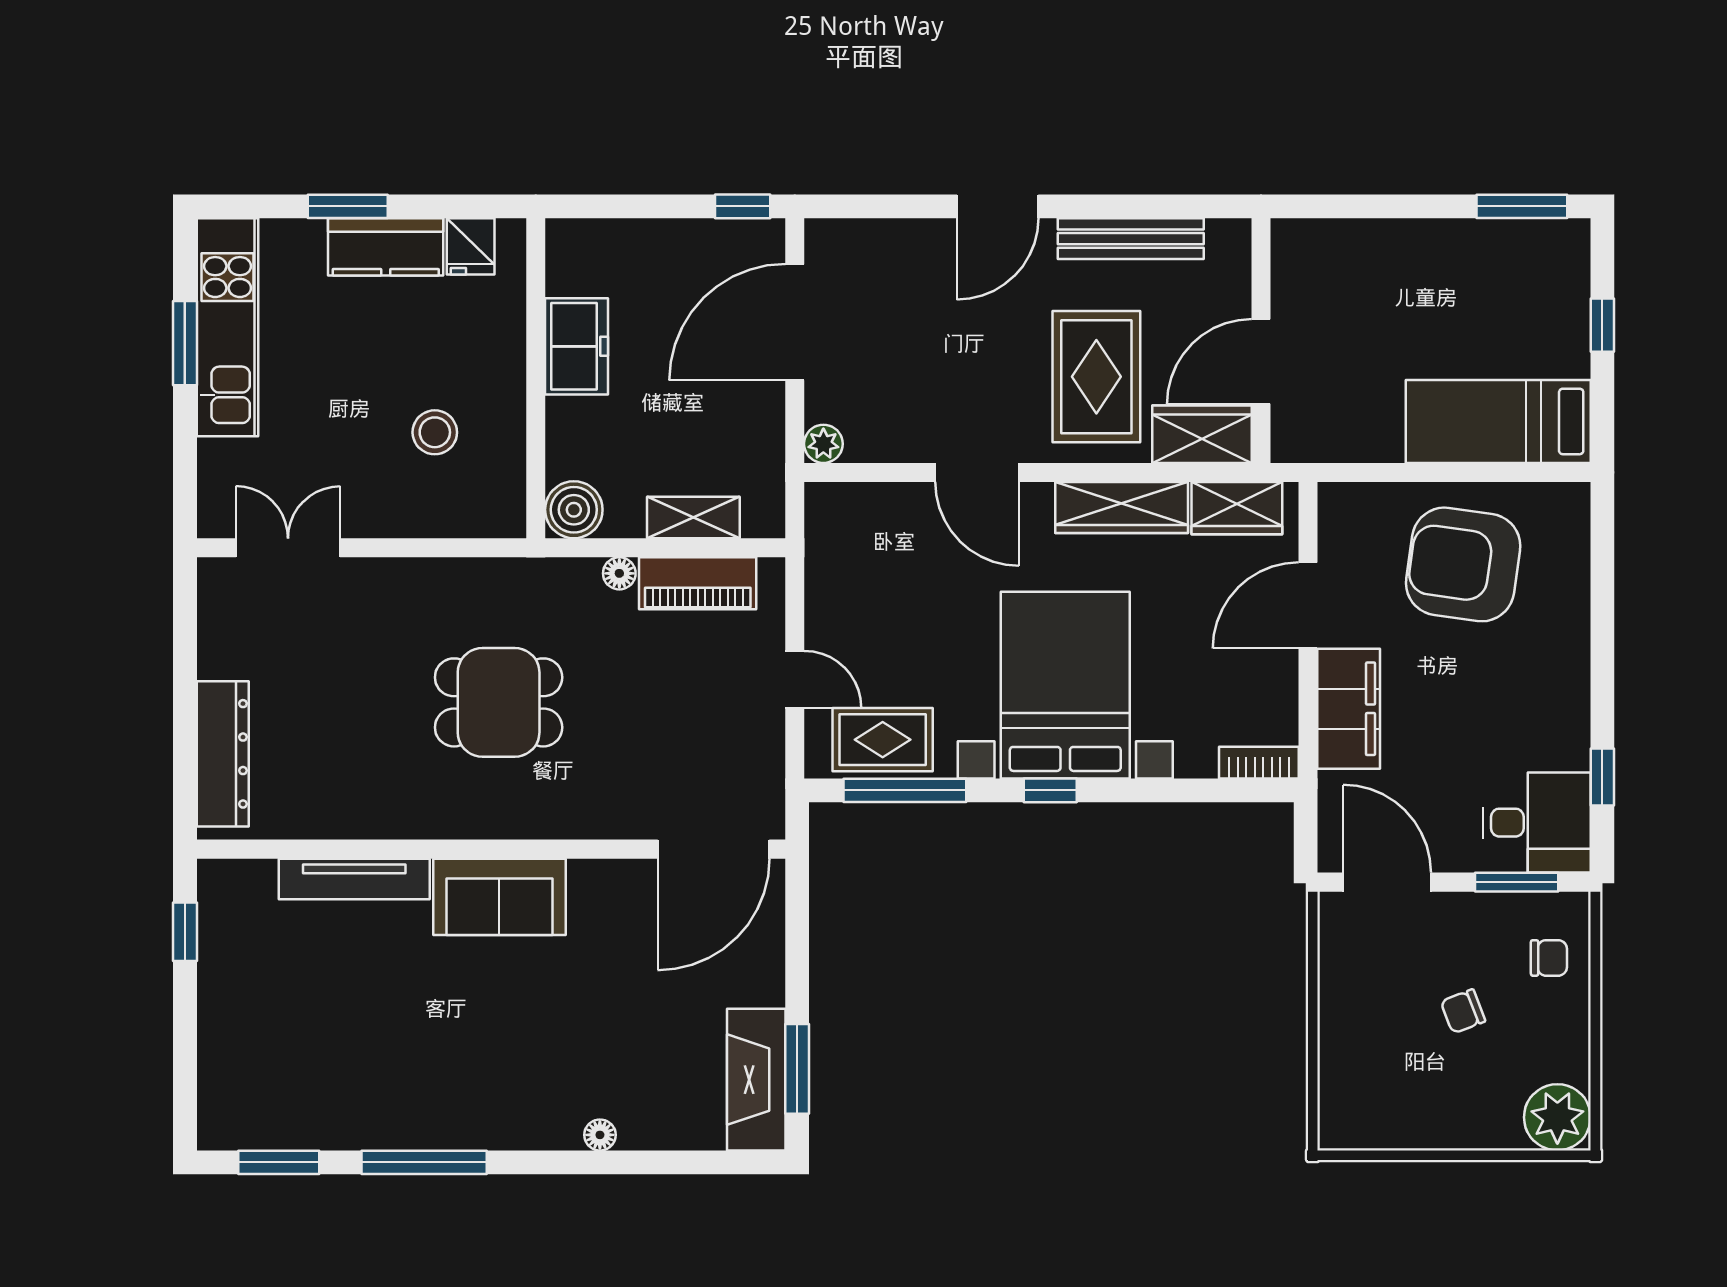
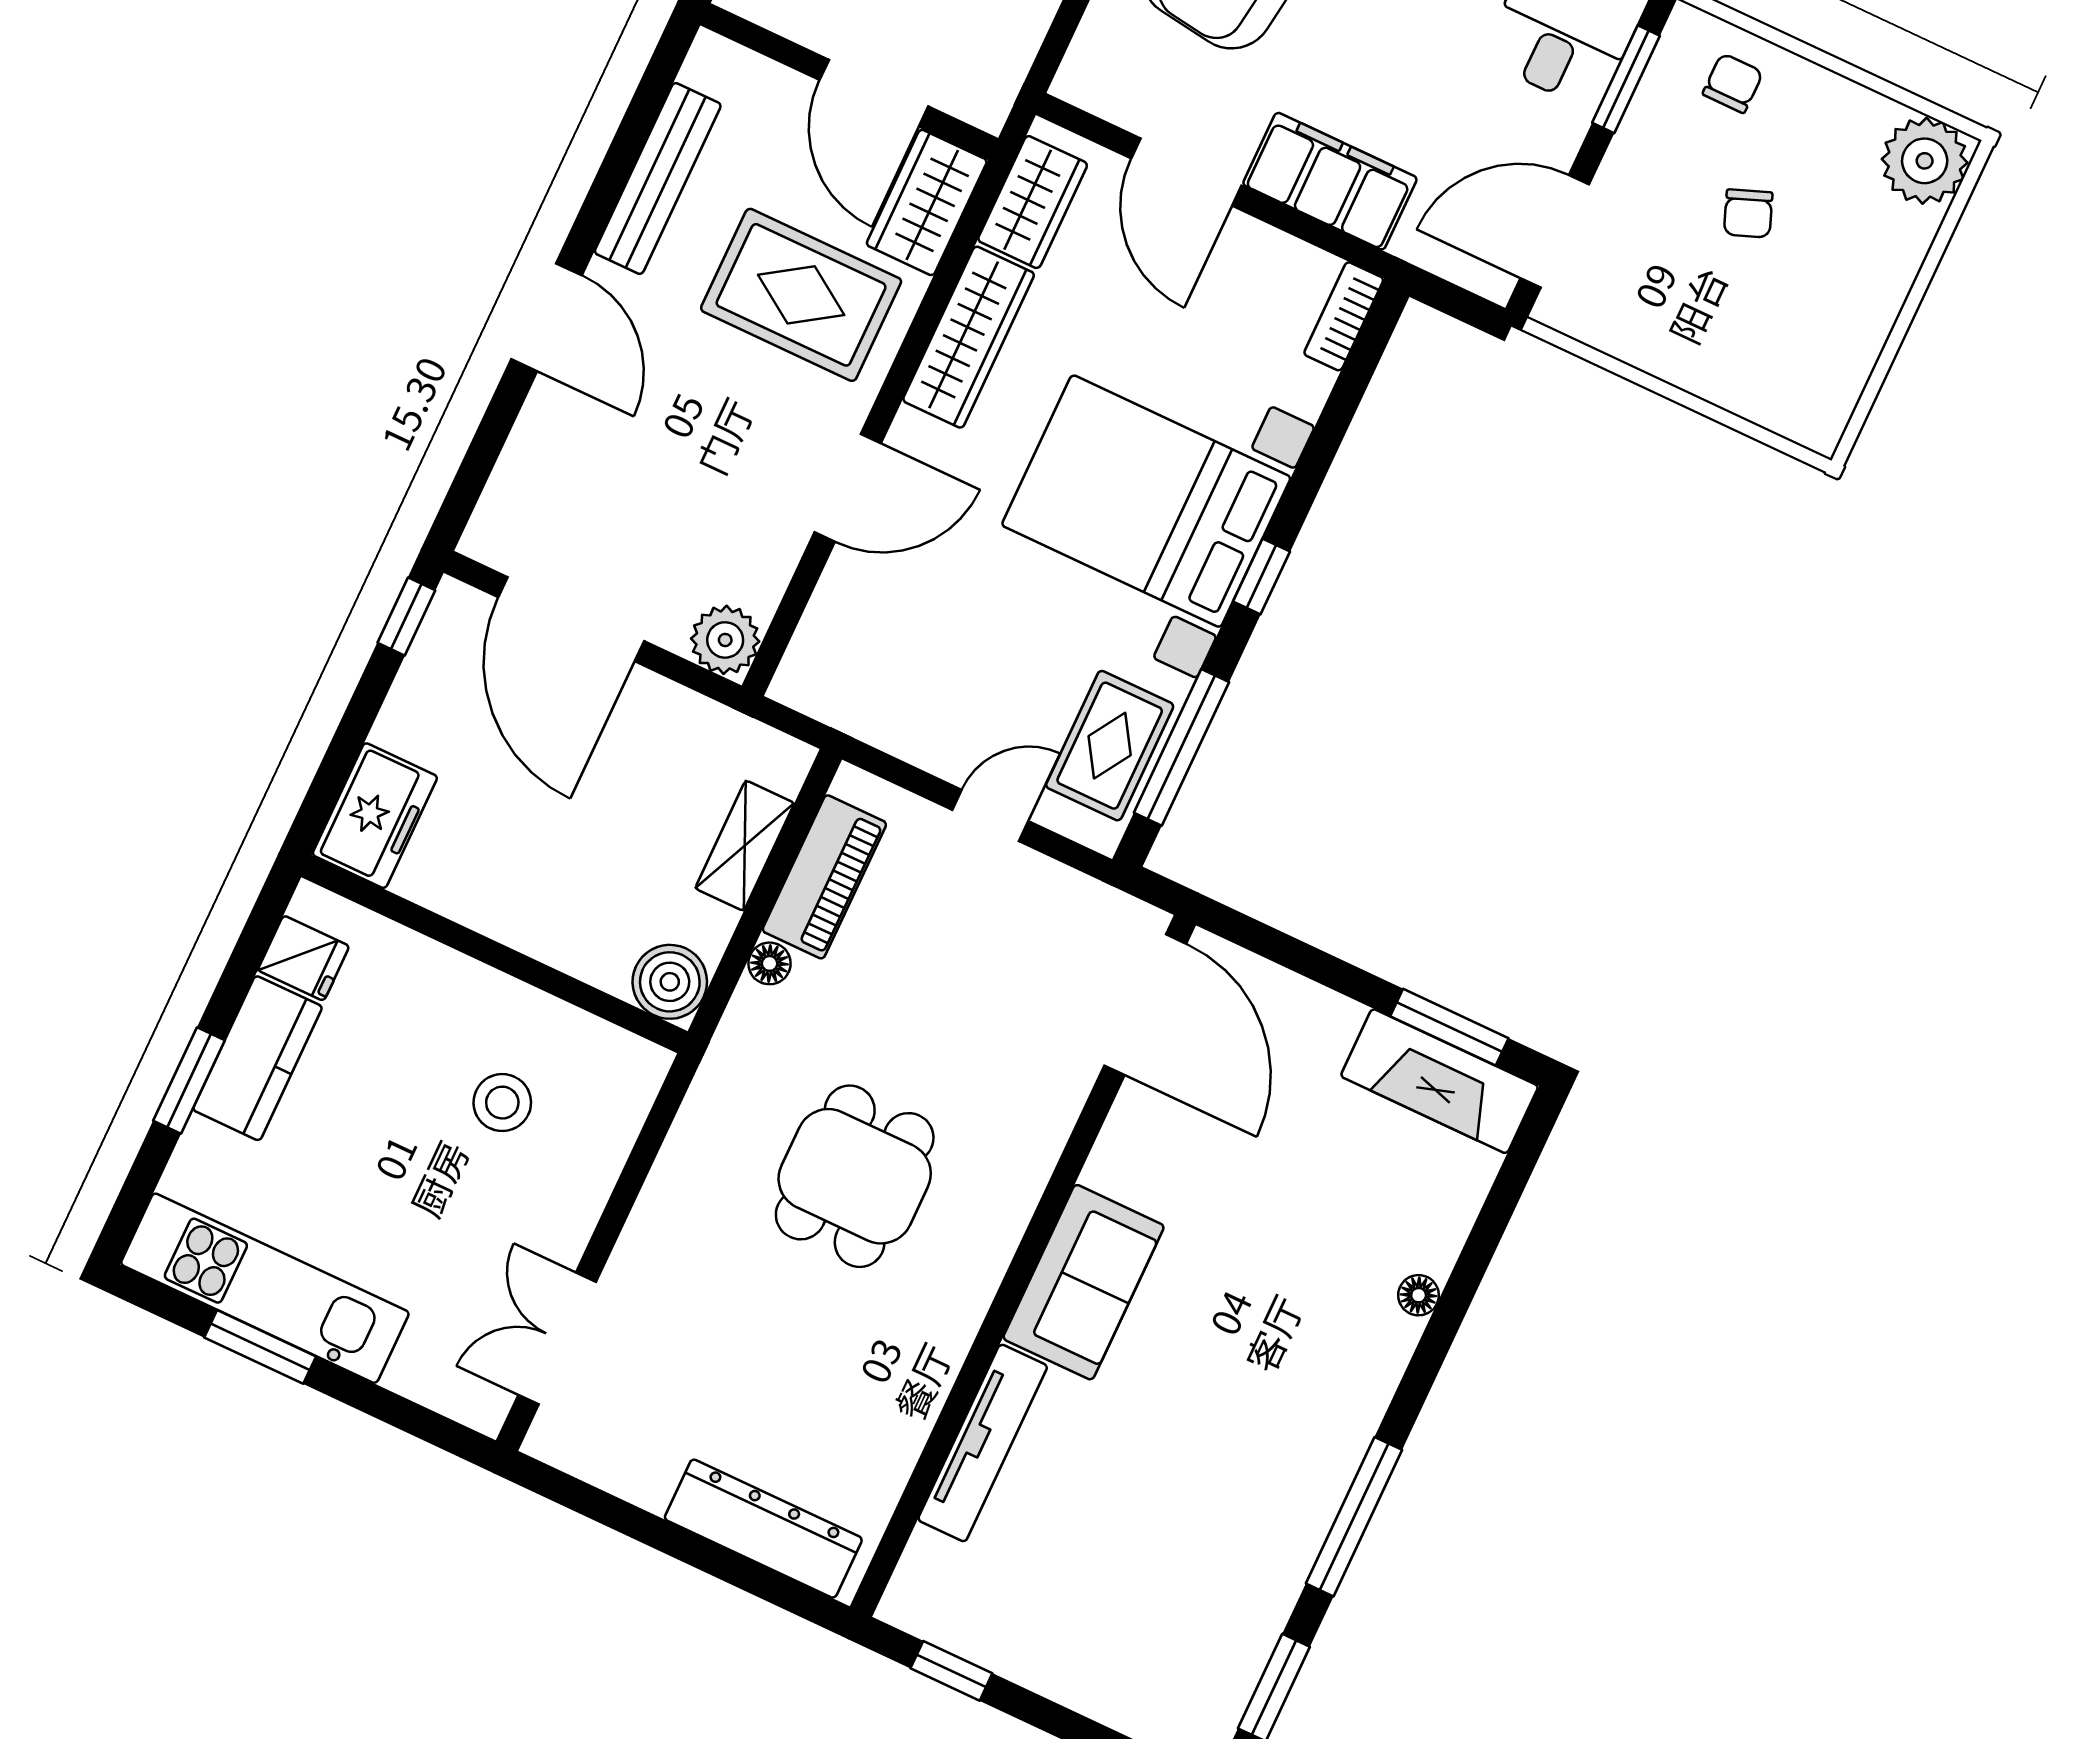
freezer: (577, 346) -> (375, 816), moved, turned 90
plant: (823, 444) -> (725, 640), width x1.38, depth x1.38

